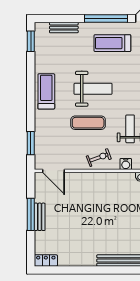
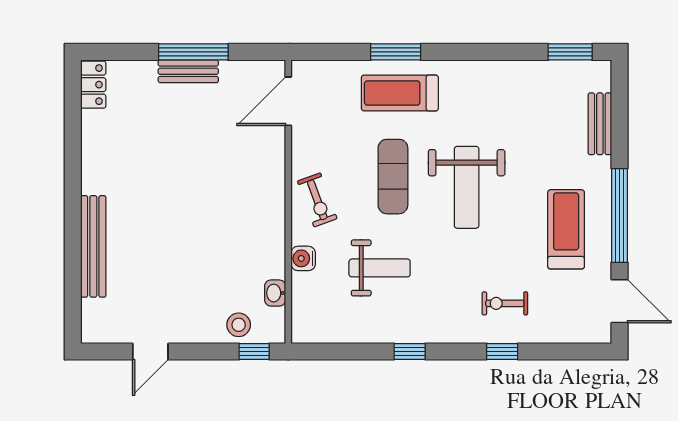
treadmill: (46, 91) -> (400, 93), moved, turned 180
window: (31, 143) -> (396, 52), moved

